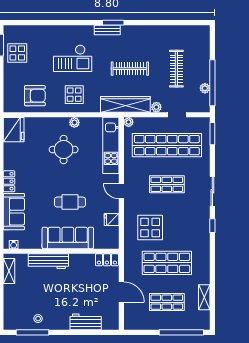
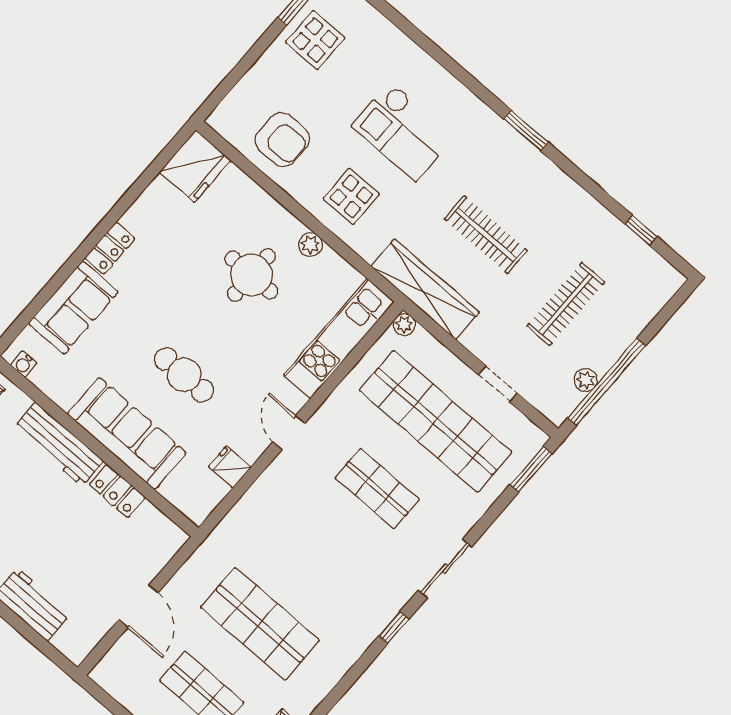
window: (180, 23) -> (641, 230), added
bench: (107, 30) -> (505, 134), removed
plant: (156, 107) -> (474, 340), removed
display table: (150, 228) -> (284, 538), removed
locker: (107, 260) -> (117, 491), moved

